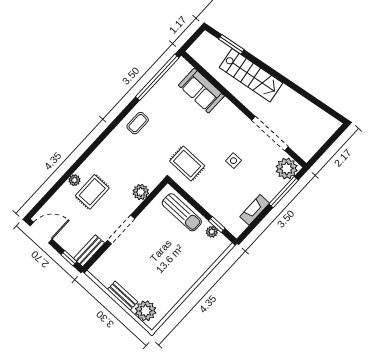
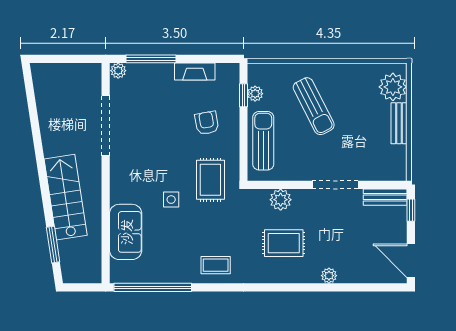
side table: (233, 161) -> (171, 200), moved
plant: (287, 169) -> (118, 71), width x0.53, depth x0.53
armchair: (220, 190) -> (207, 123), added
rug: (92, 192) -> (284, 243), moved
sun lounger: (175, 258) -> (314, 106), added

